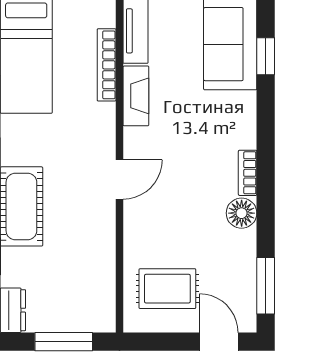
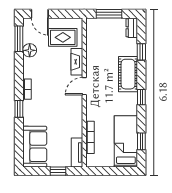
window: (266, 56) -> (19, 109), moved
fireplace: (136, 96) -> (77, 62), moved
floor lamp: (242, 213) -> (30, 50), moved

